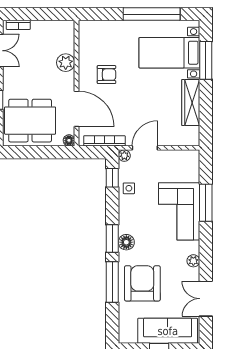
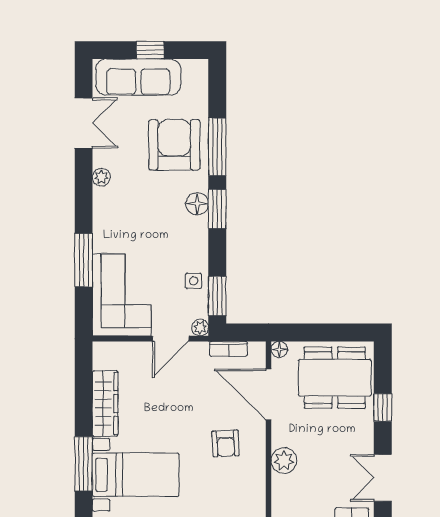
armchair: (106, 75) -> (226, 443), turned -93
bookcase: (104, 141) -> (228, 349), width x0.64
window: (112, 178) -> (217, 296), width x1.50
corner sofa: (179, 211) -> (122, 295), moved
armchair: (142, 283) -> (174, 145), turned 180

